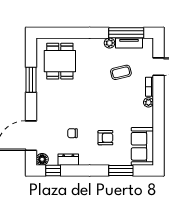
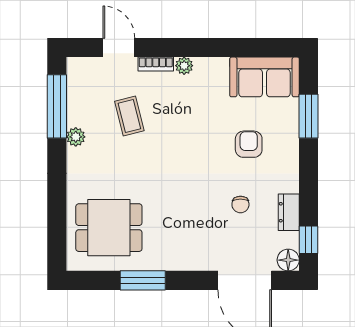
tv unit: (129, 43) -> (76, 101), removed

